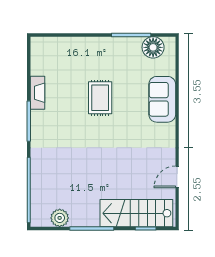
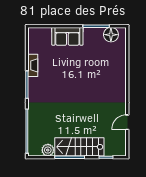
rug: (100, 98) -> (75, 69), removed
sofa: (162, 99) -> (67, 36), moved, turned -90
stairs: (136, 213) -> (79, 147), moved

